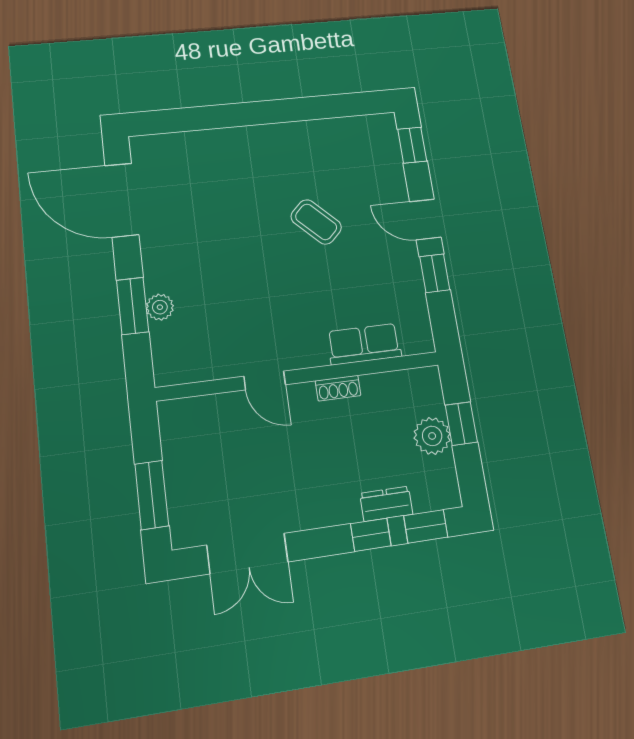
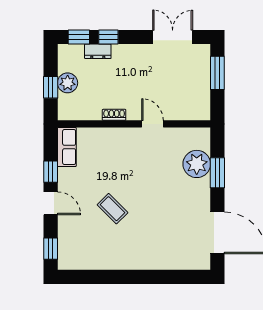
plant: (160, 307) -> (197, 164), width x1.88, depth x1.88
row of seats: (364, 344) -> (67, 147), moved, turned -90

